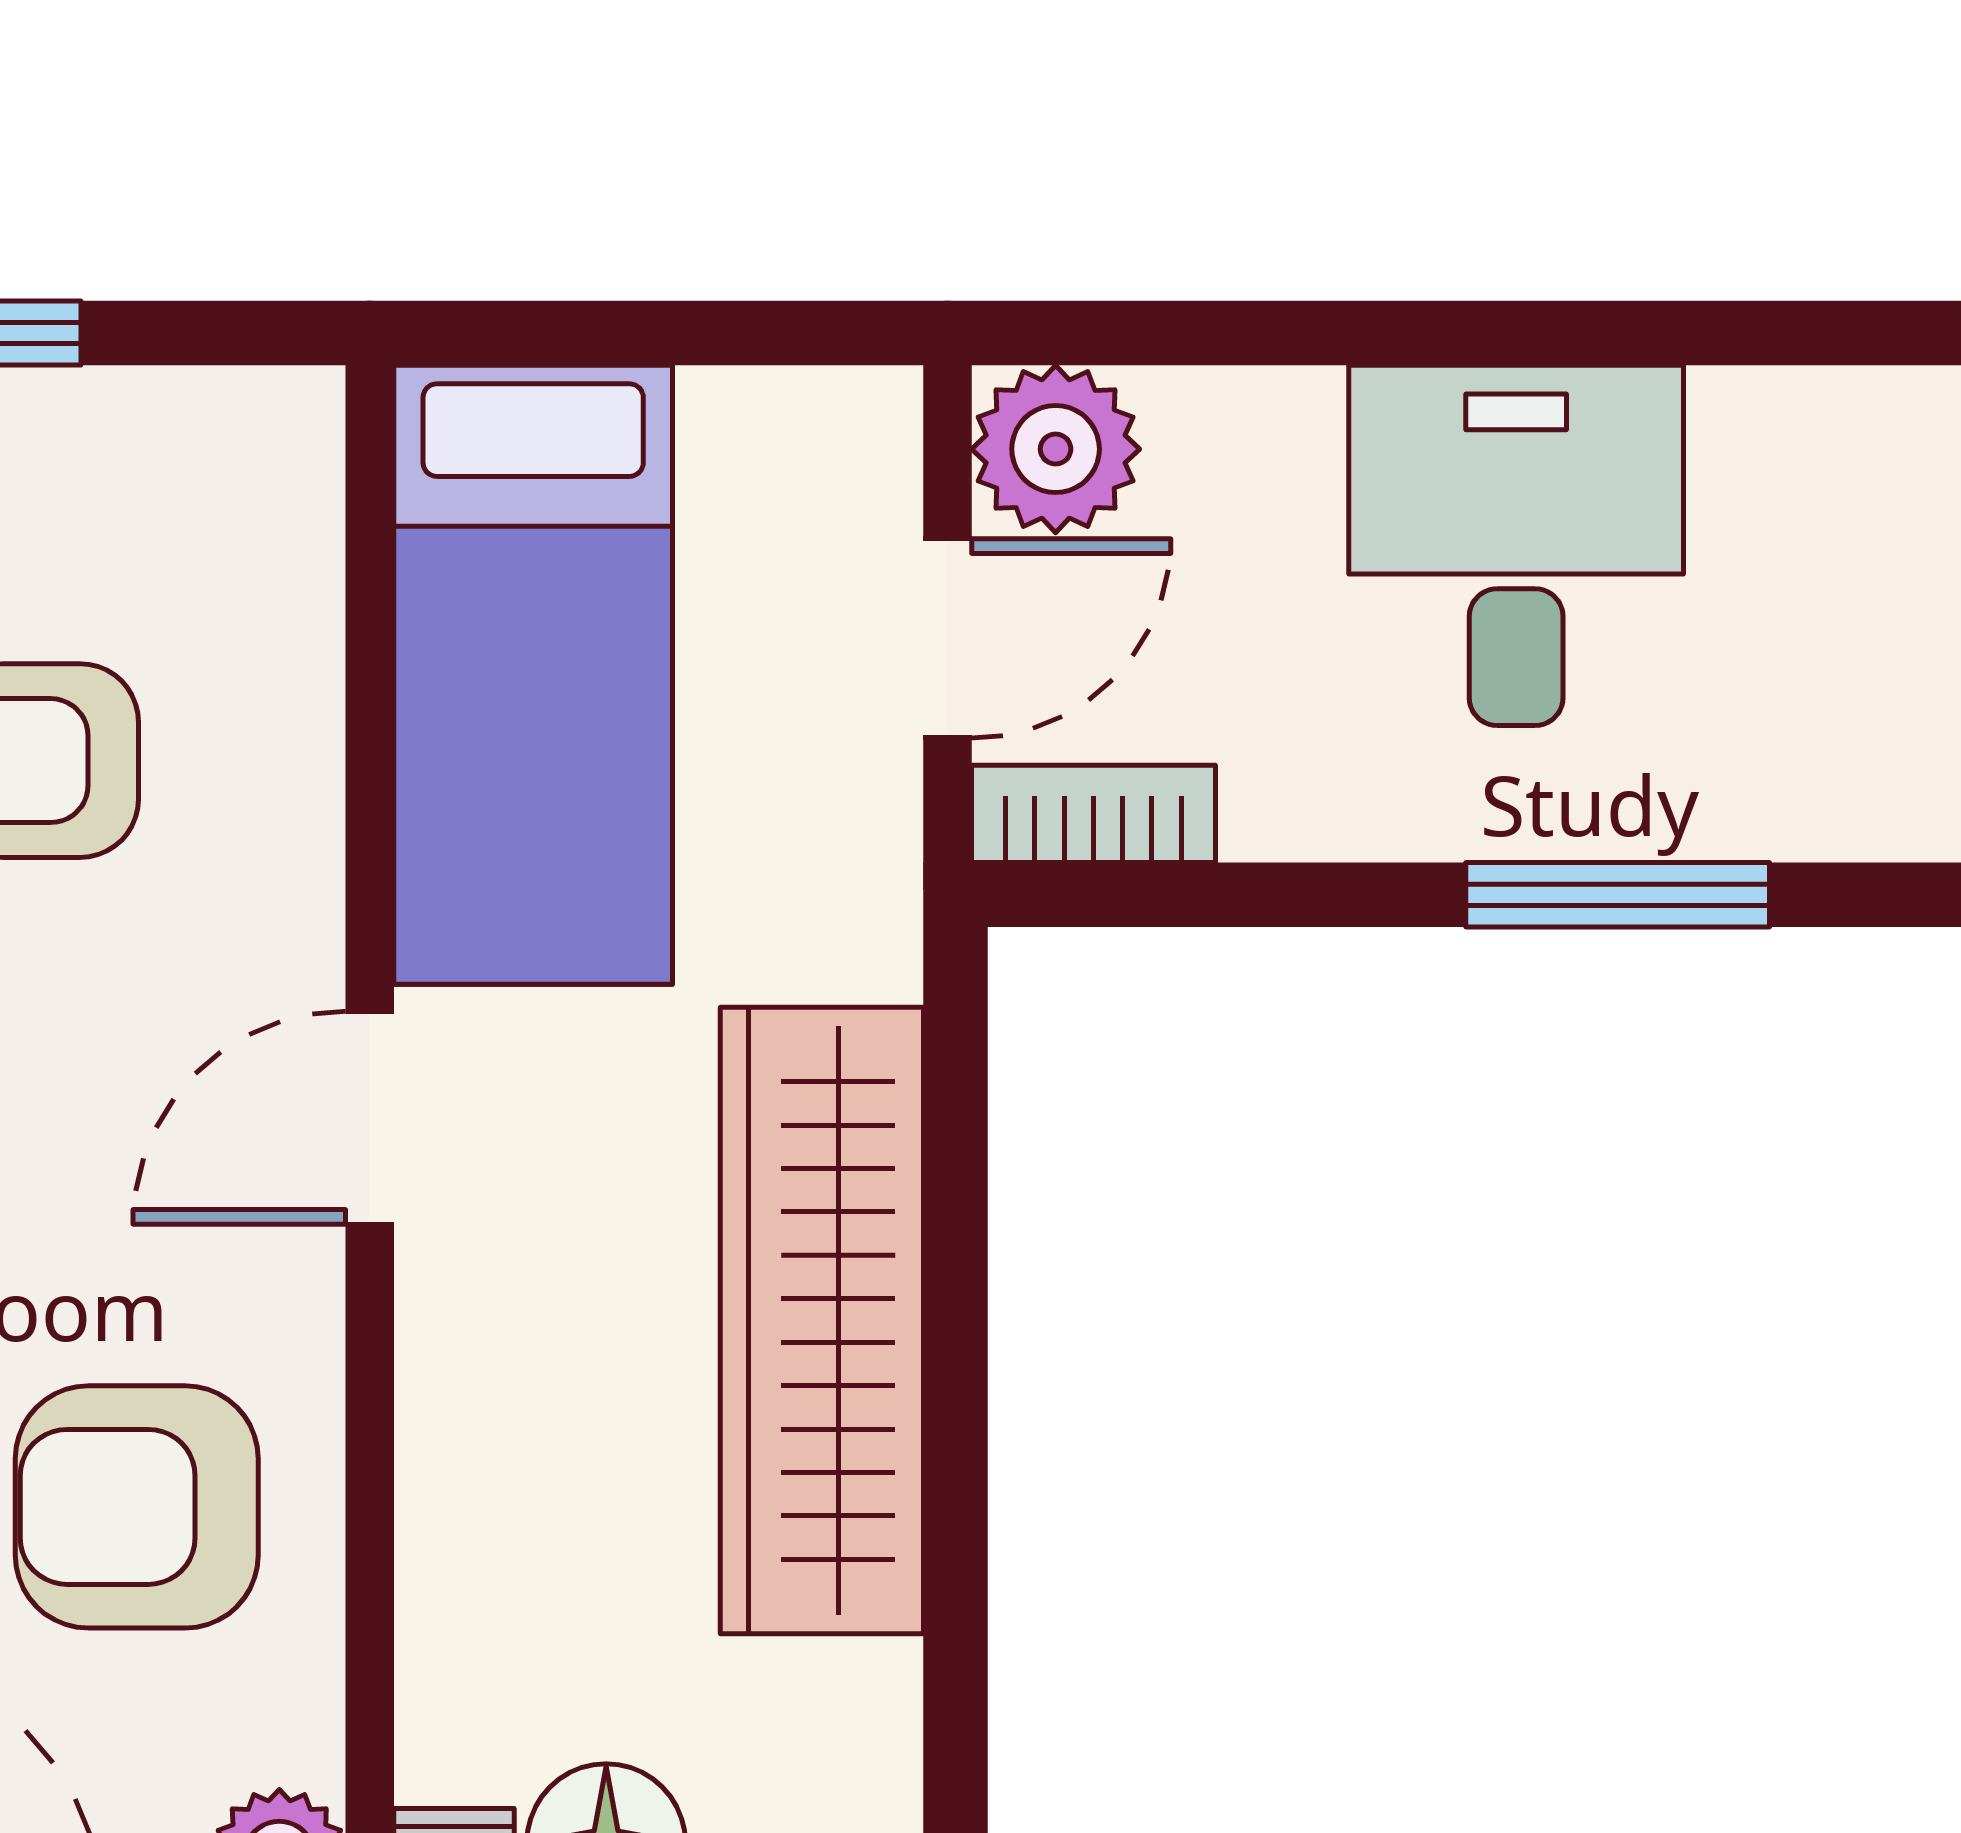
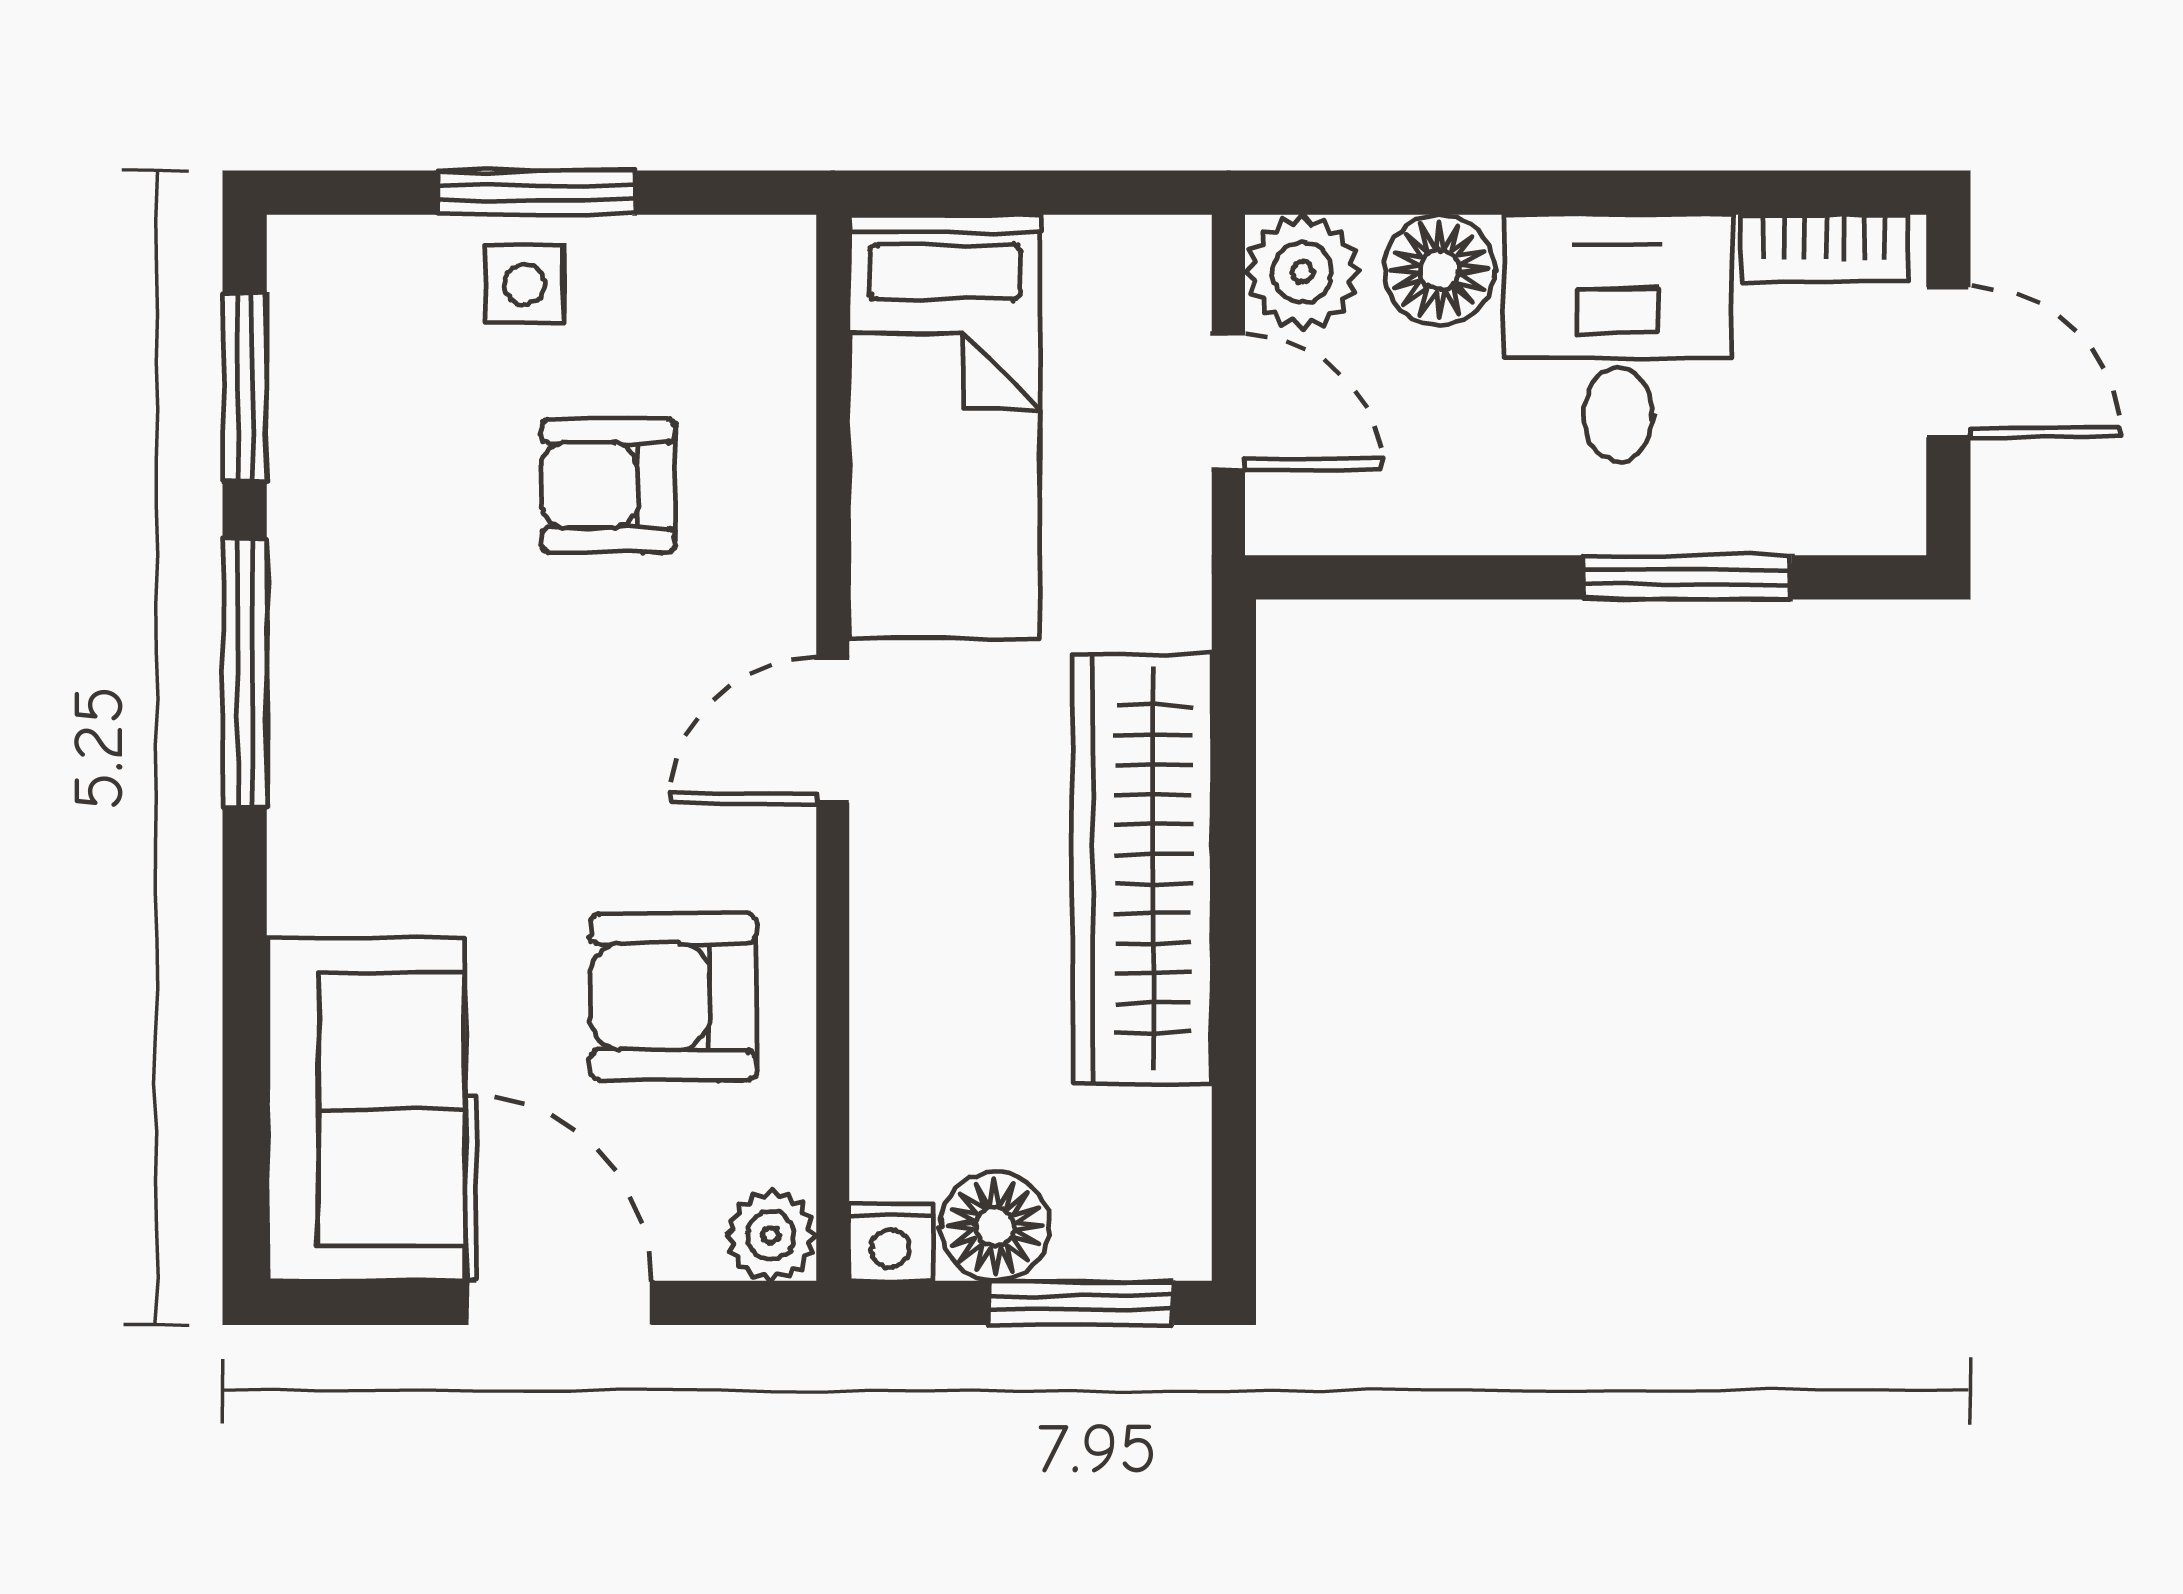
floor lamp: (1256, 445) -> (1439, 270), added
door: (948, 638) -> (1228, 402), hinge flipped
bookcase: (1093, 814) -> (1825, 248), moved, turned 180

